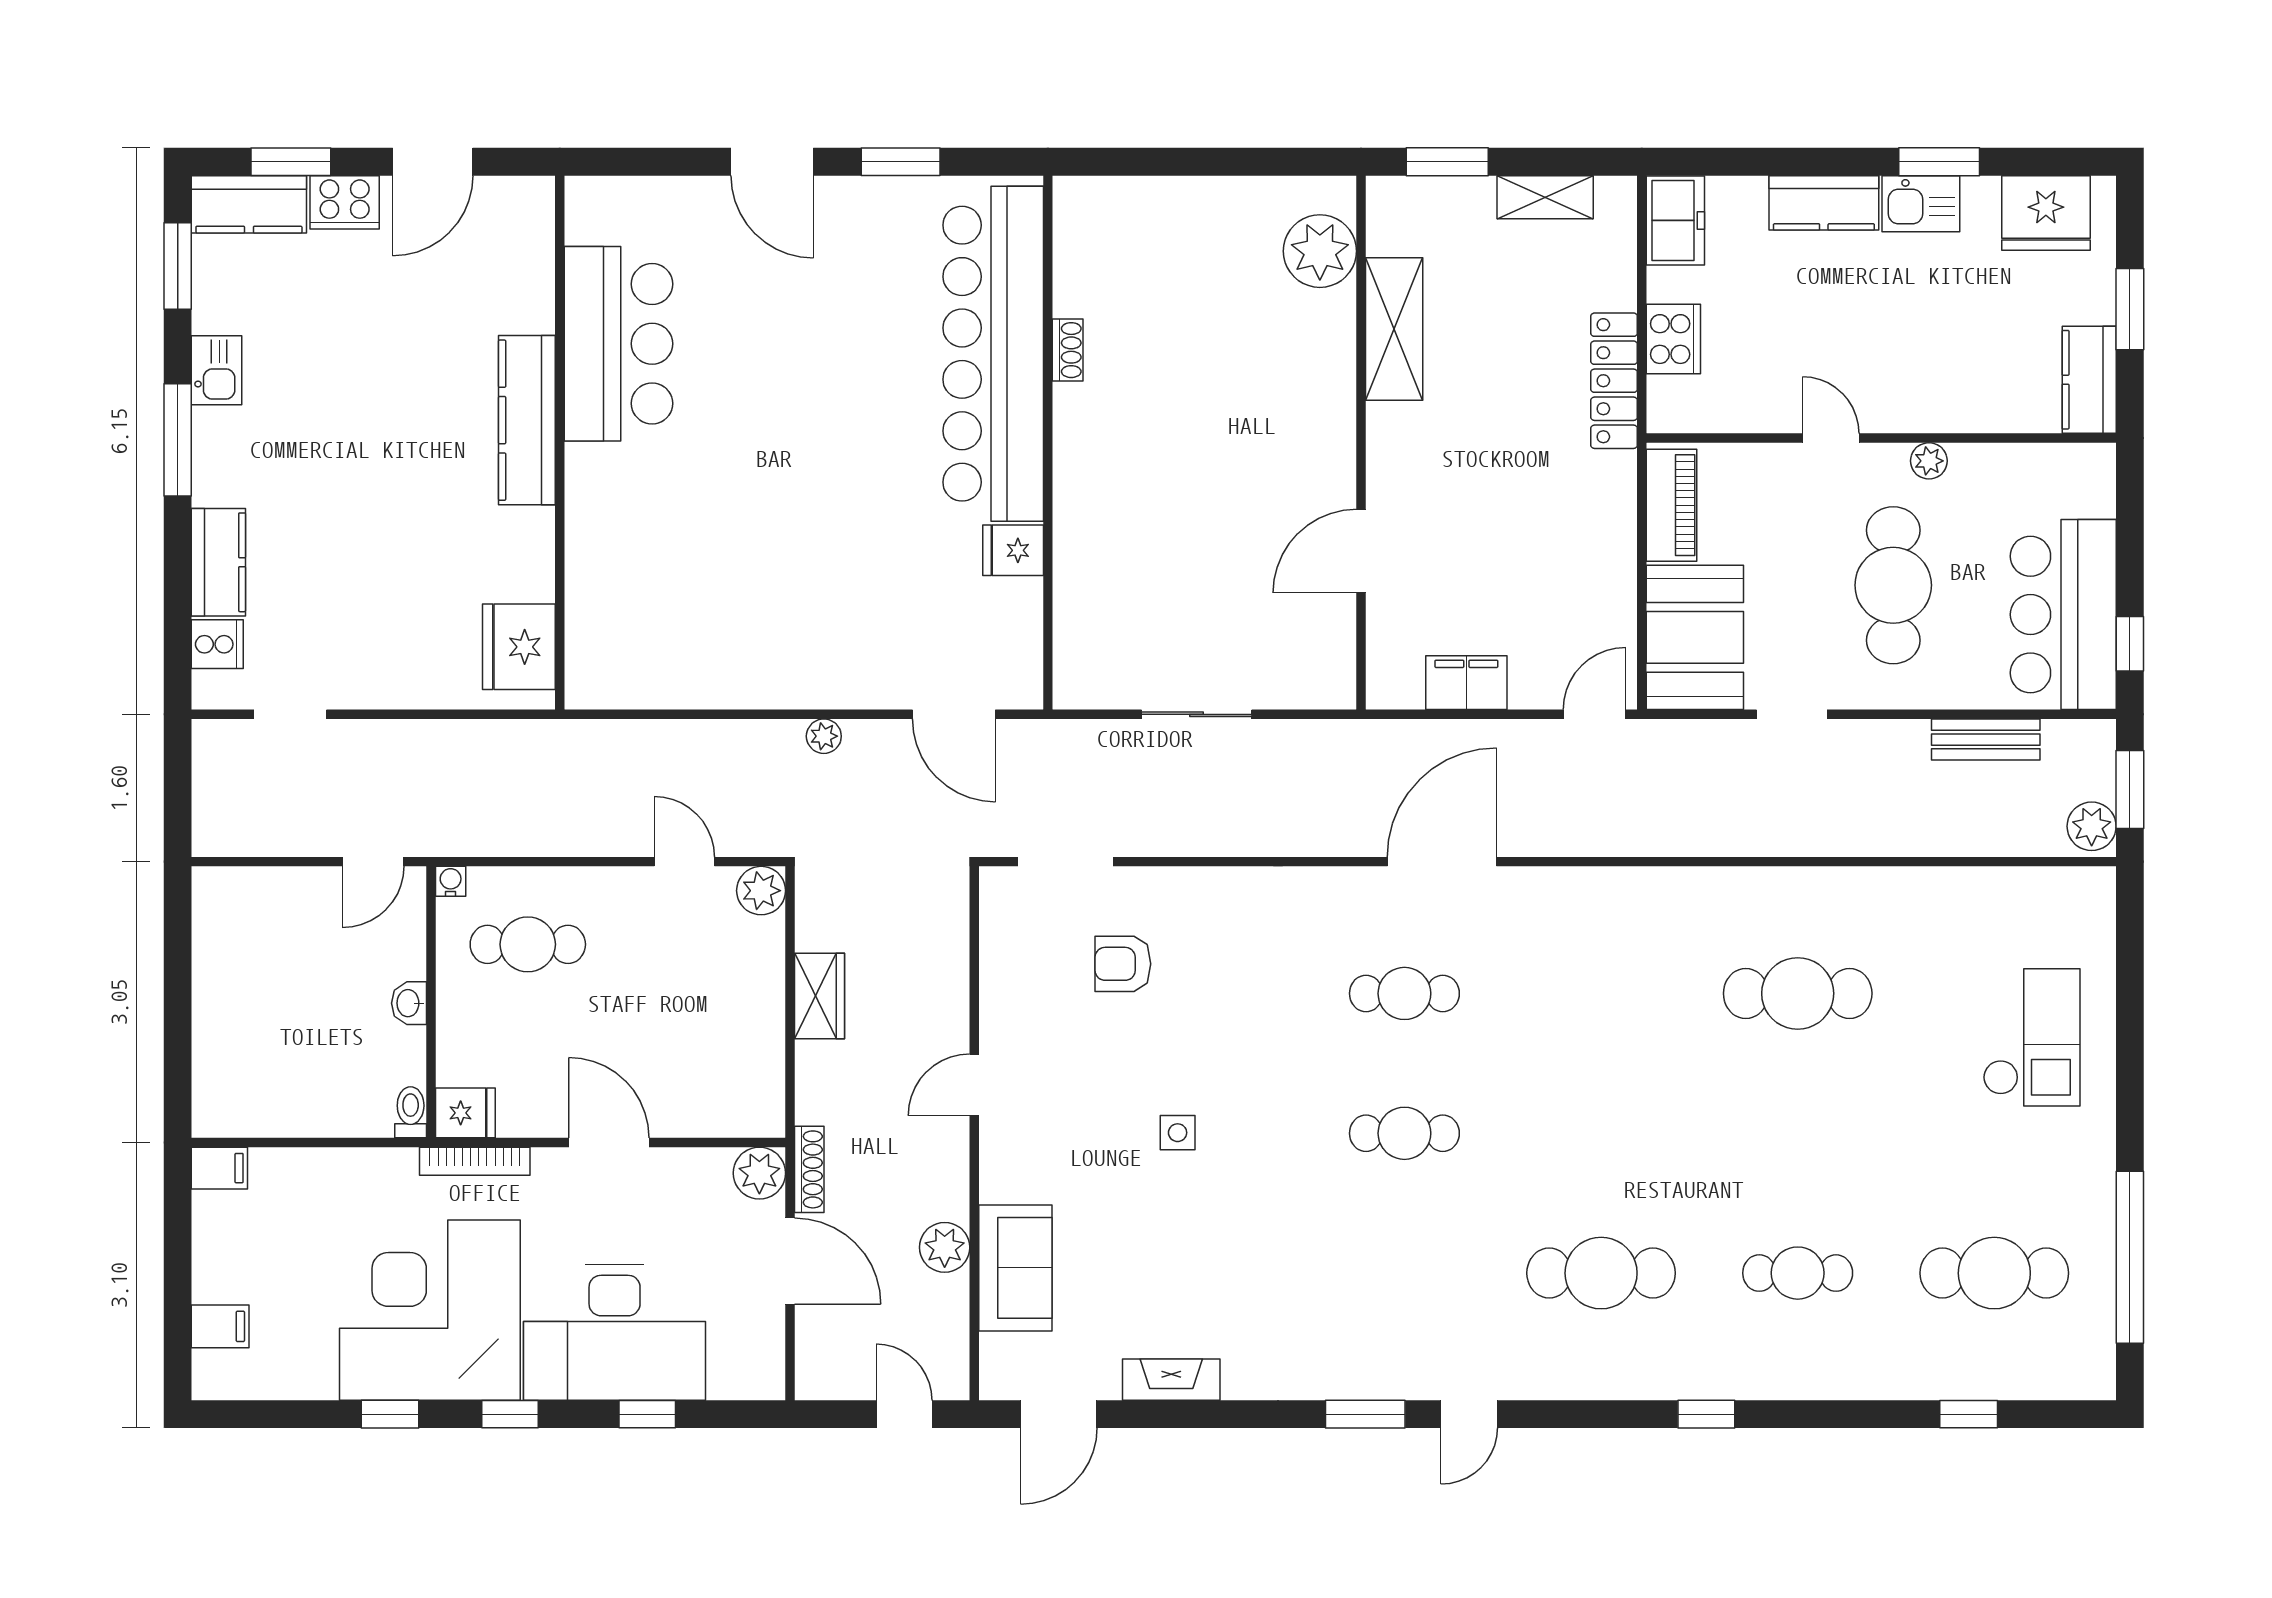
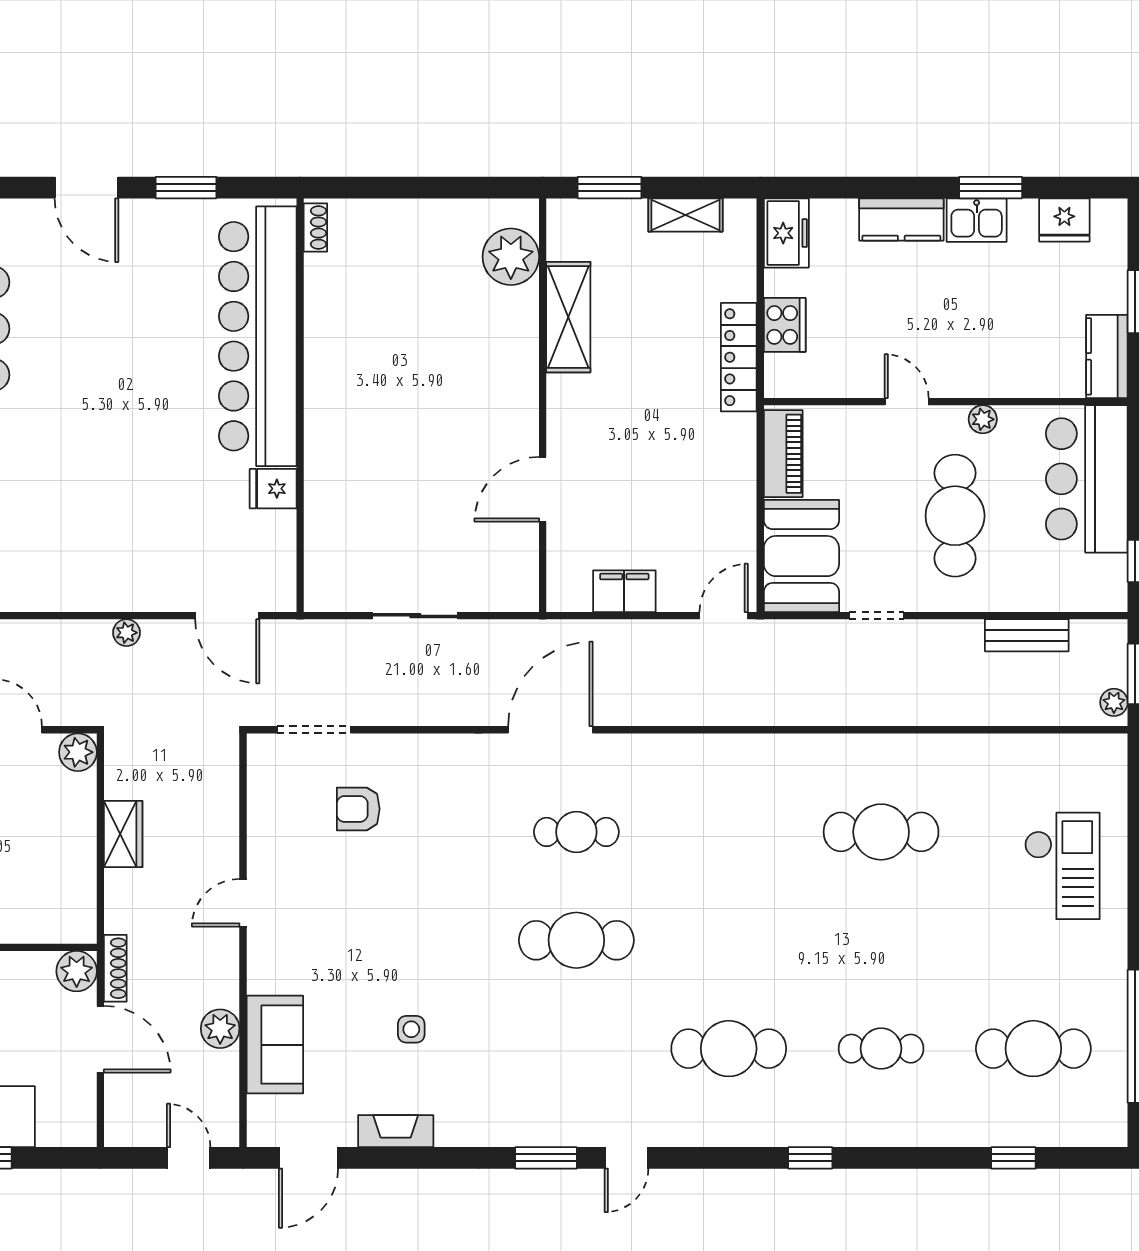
fridge: (2046, 213) -> (1064, 220), width x0.73, depth x0.75
shoe rack: (1068, 350) -> (315, 228), moved
bar counter: (2063, 615) -> (1087, 479), moved
plant: (2092, 826) -> (1114, 702), width x0.73, depth x0.73
door: (1442, 862) -> (550, 730), moved
side table: (1178, 1133) -> (411, 1029), moved
cafe table: (1404, 1133) -> (576, 940), width x1.37, depth x1.35

